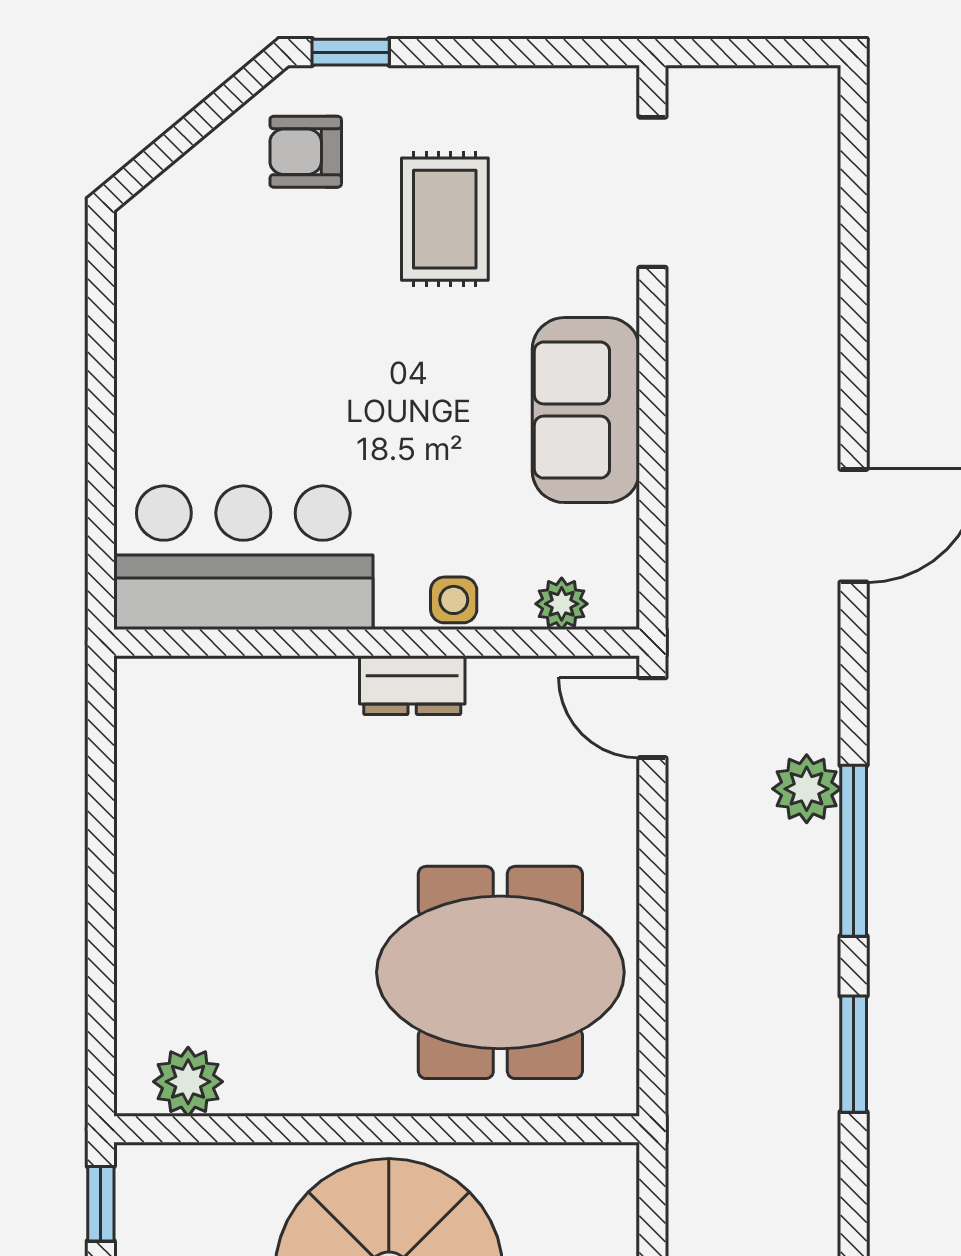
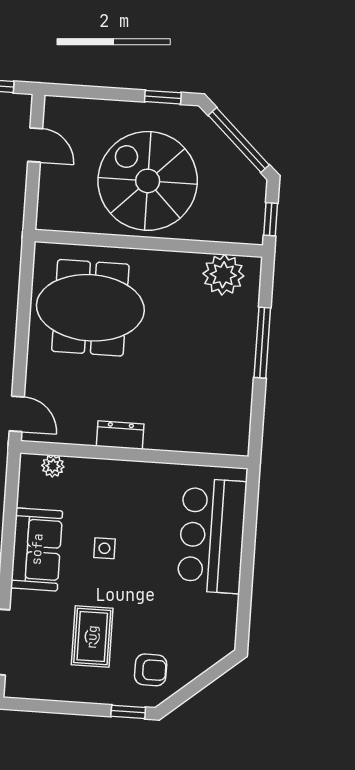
bar counter: (243, 558) -> (212, 536), moved, turned 90
side table: (454, 600) -> (104, 548), moved
window: (101, 920) -> (262, 343), added
plant: (188, 1082) -> (223, 275), width x1.36, depth x1.36

